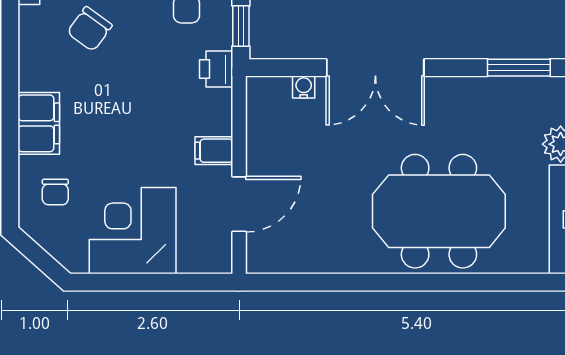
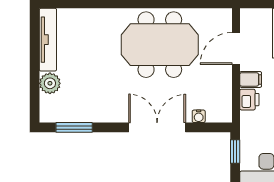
printer: (216, 69) -> (249, 100), moved
meeting table: (439, 211) -> (160, 45), moved

